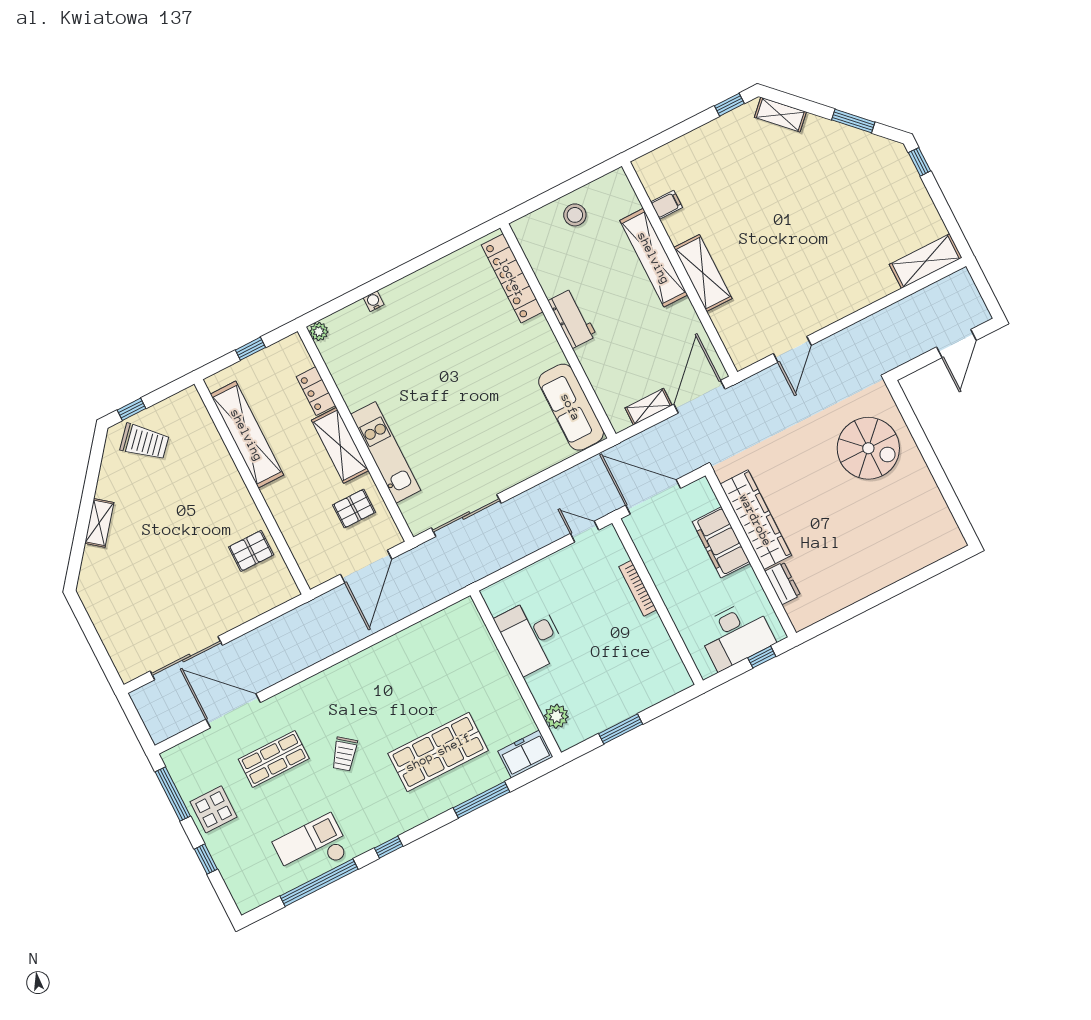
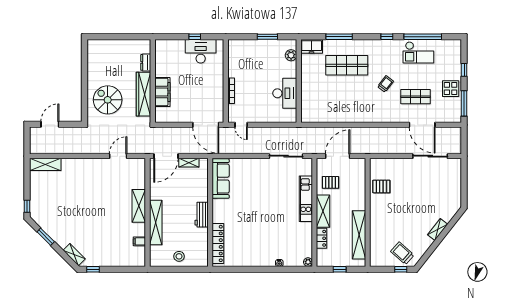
wardrobe: (756, 520) -> (143, 94), moved
filing cabinet: (721, 542) -> (162, 92), moved
wall: (751, 554) -> (153, 81), moved
dresser: (783, 583) -> (146, 62), moved

